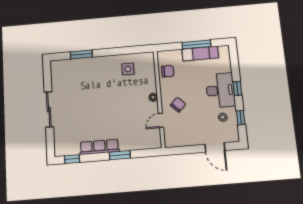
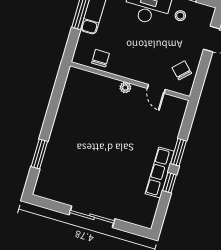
side table: (128, 69) -> (79, 104), removed
chair: (178, 105) -> (182, 70), moved
window: (72, 159) -> (170, 183), moved

